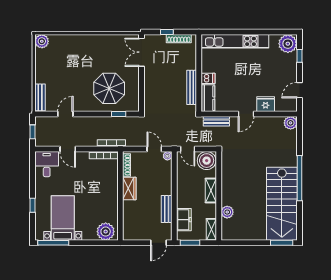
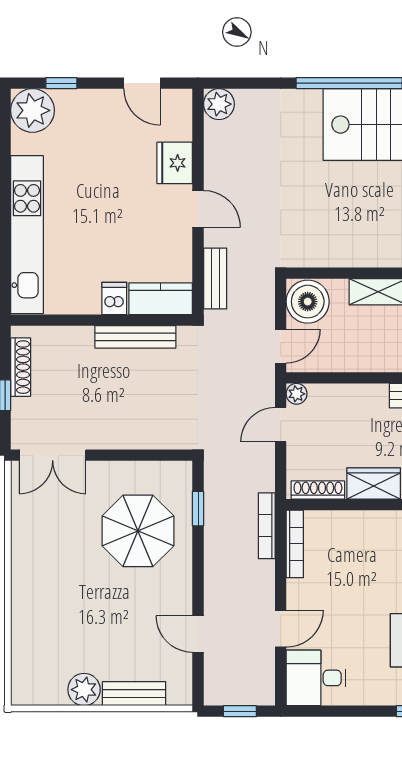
plant: (42, 41) -> (84, 690), moved
bench: (40, 97) -> (134, 694), moved

